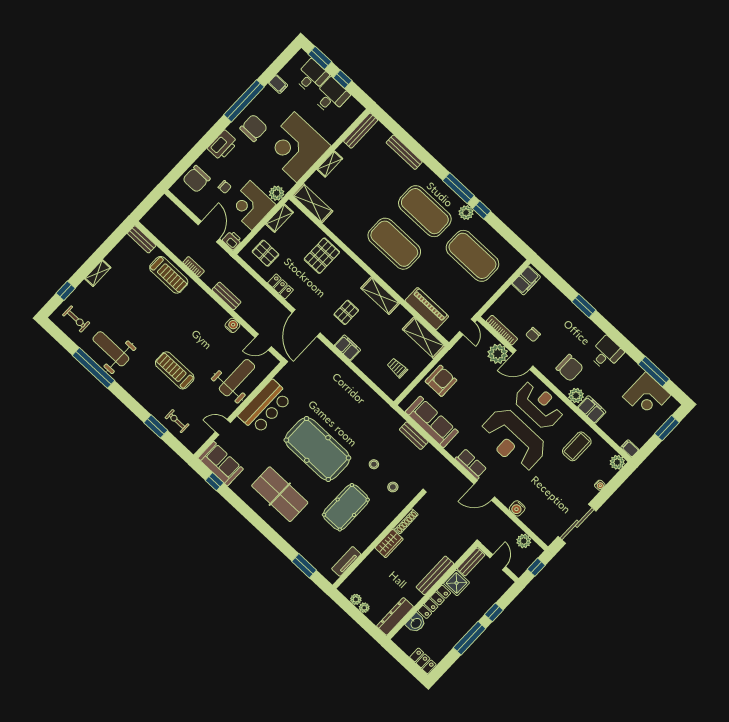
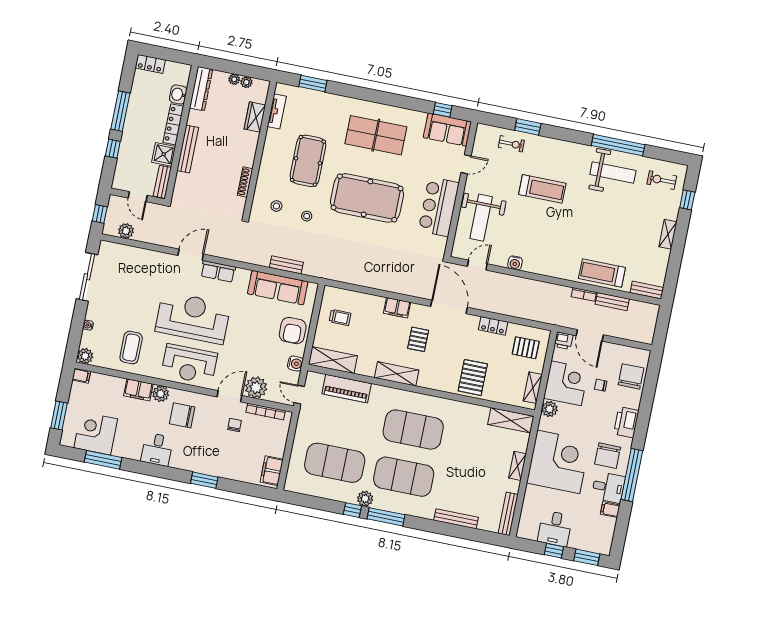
desk: (311, 76) -> (608, 487), moved, turned -90
bench: (227, 296) -> (612, 302), moved
water cooler: (517, 508) -> (295, 364), moved, turned 90
wardrobe: (389, 544) -> (255, 117), moved

